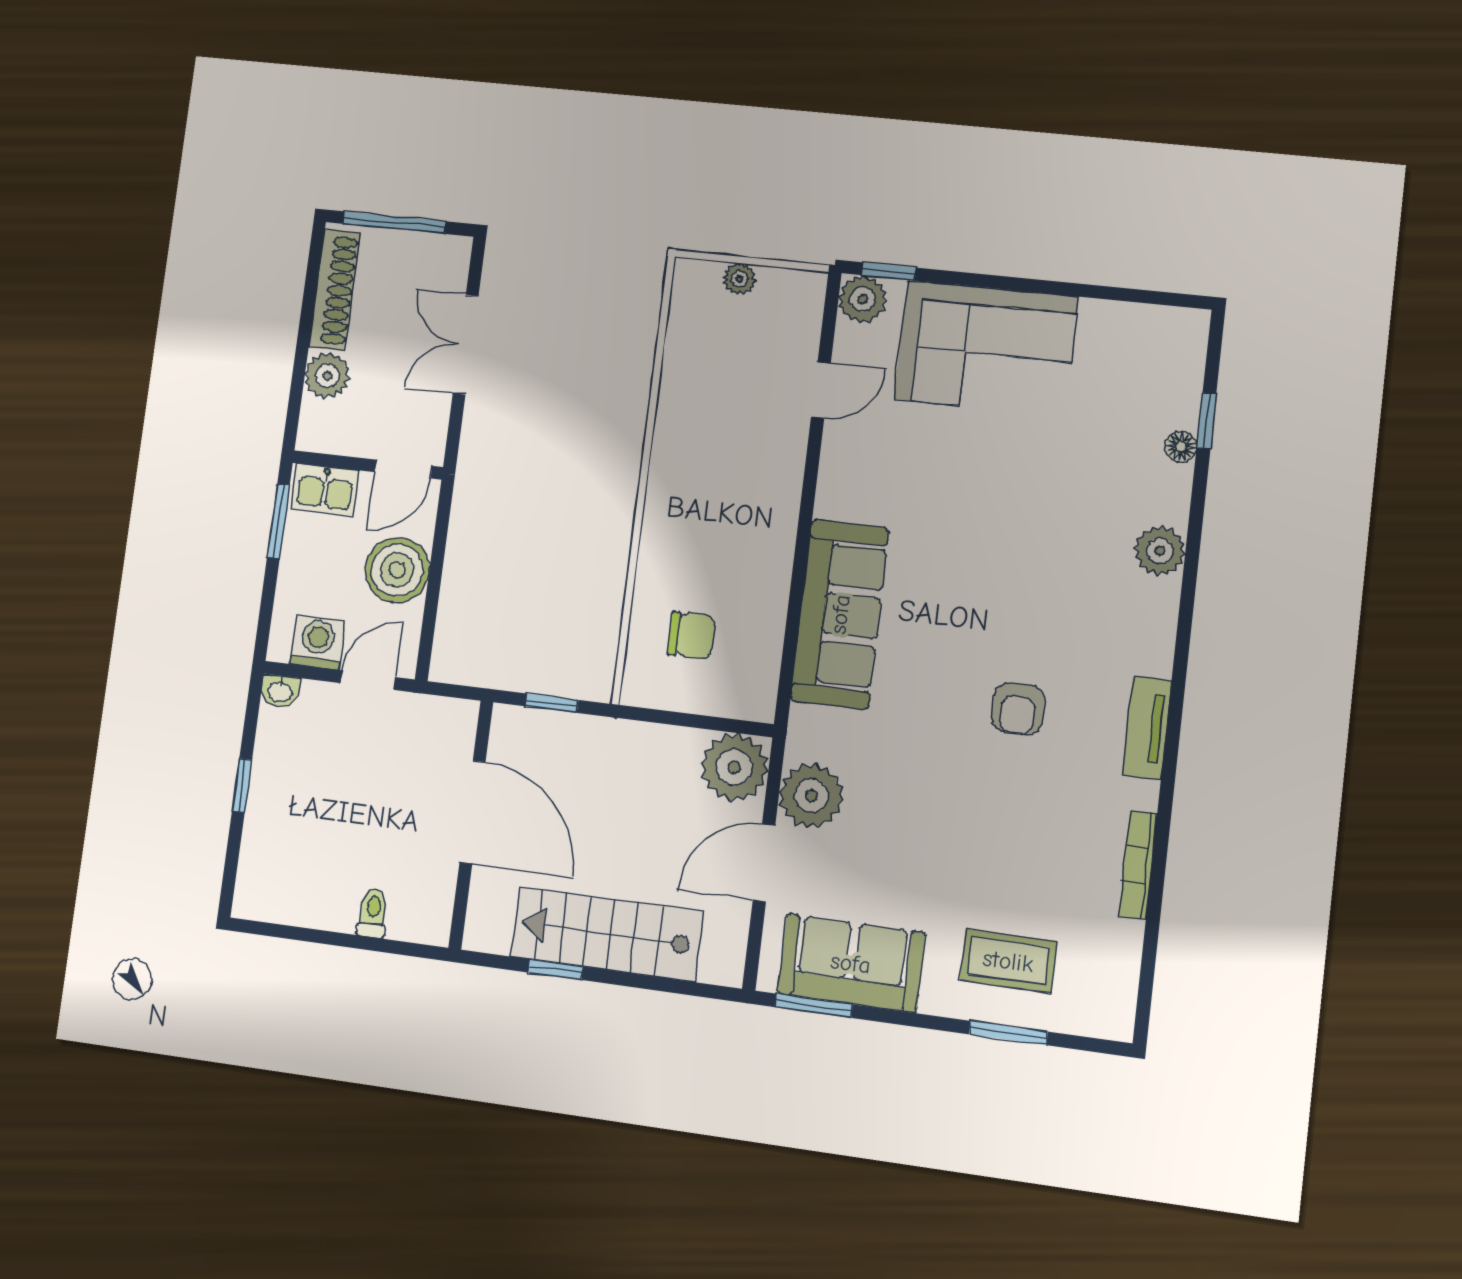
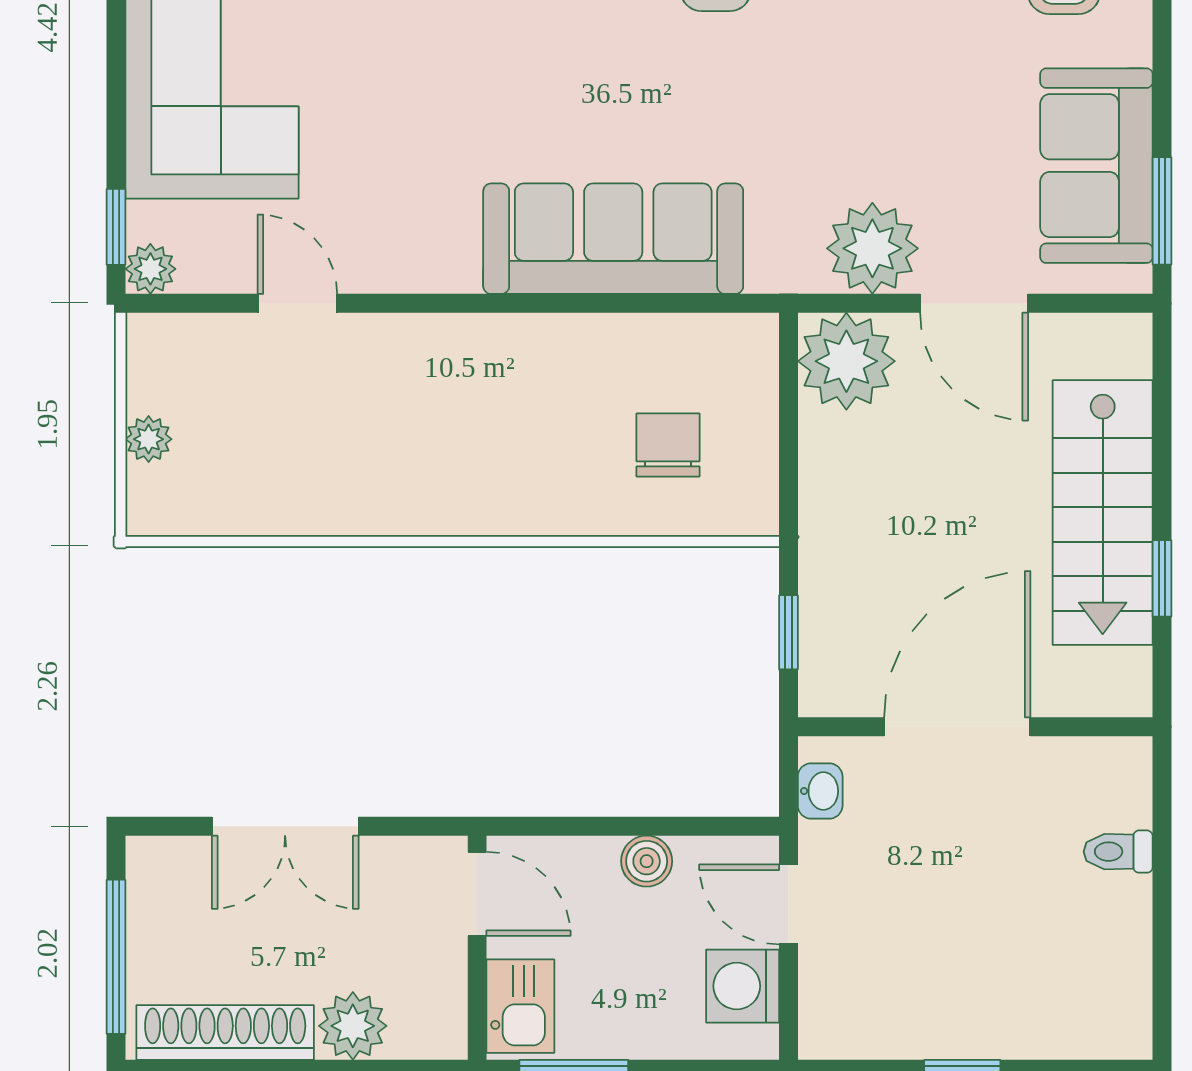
plant: (863, 299) -> (150, 269), width x0.73, depth x0.73
boiler: (397, 570) -> (647, 861), width x0.54, depth x0.54
washbasin: (280, 691) -> (820, 791), moved

